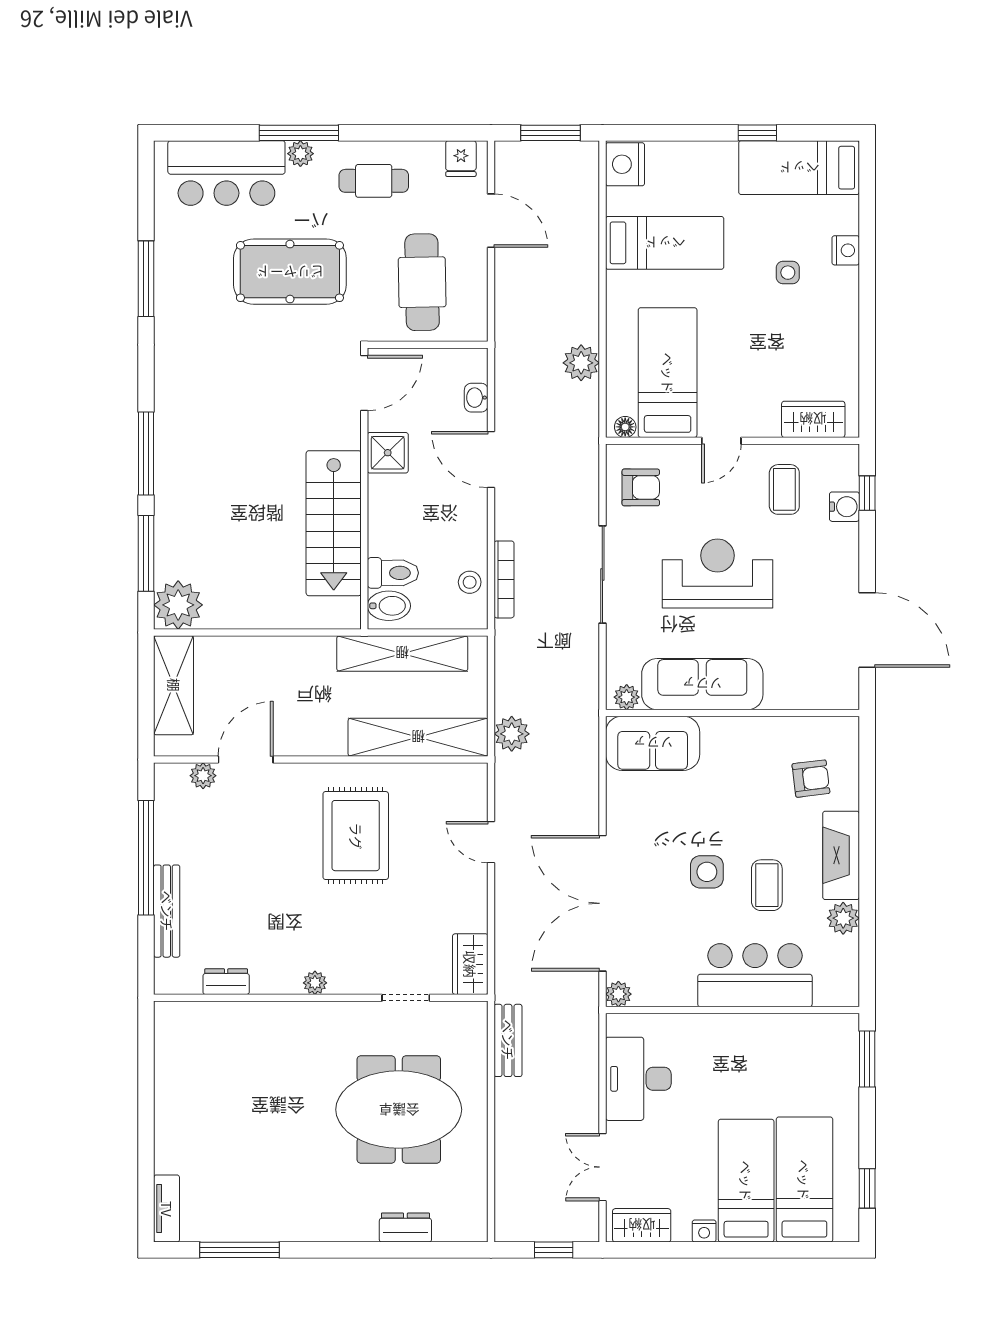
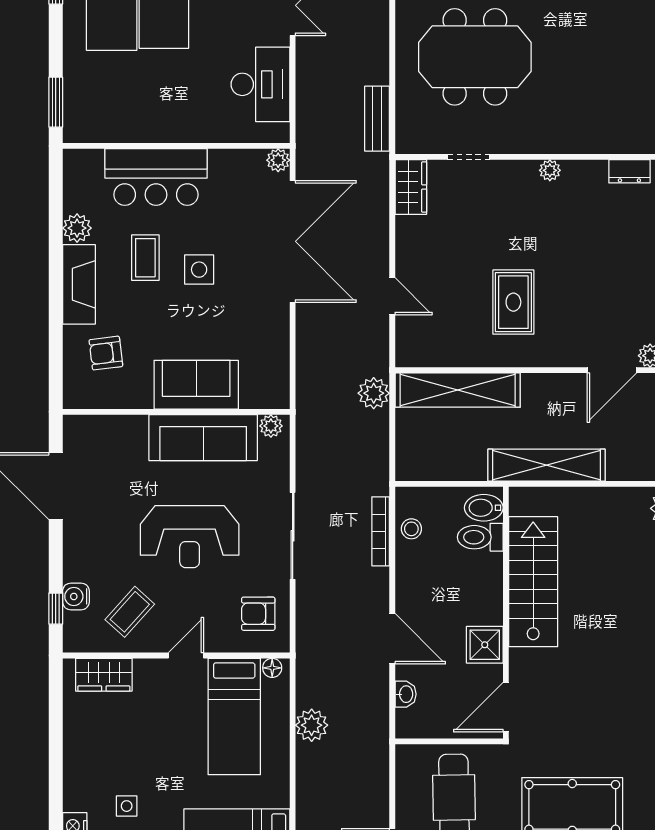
coffee table: (784, 489) -> (130, 612), turned 42
shelving: (402, 653) -> (547, 465), moved
sofa: (653, 743) -> (196, 385), moved
rug: (356, 836) -> (513, 302), width x0.73, depth x0.70

